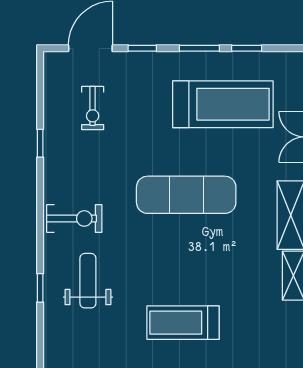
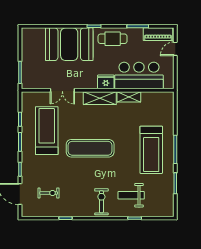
exercise mat: (186, 195) -> (90, 148), turned 90
treadmill: (183, 323) -> (151, 150), width x1.37, depth x1.38

